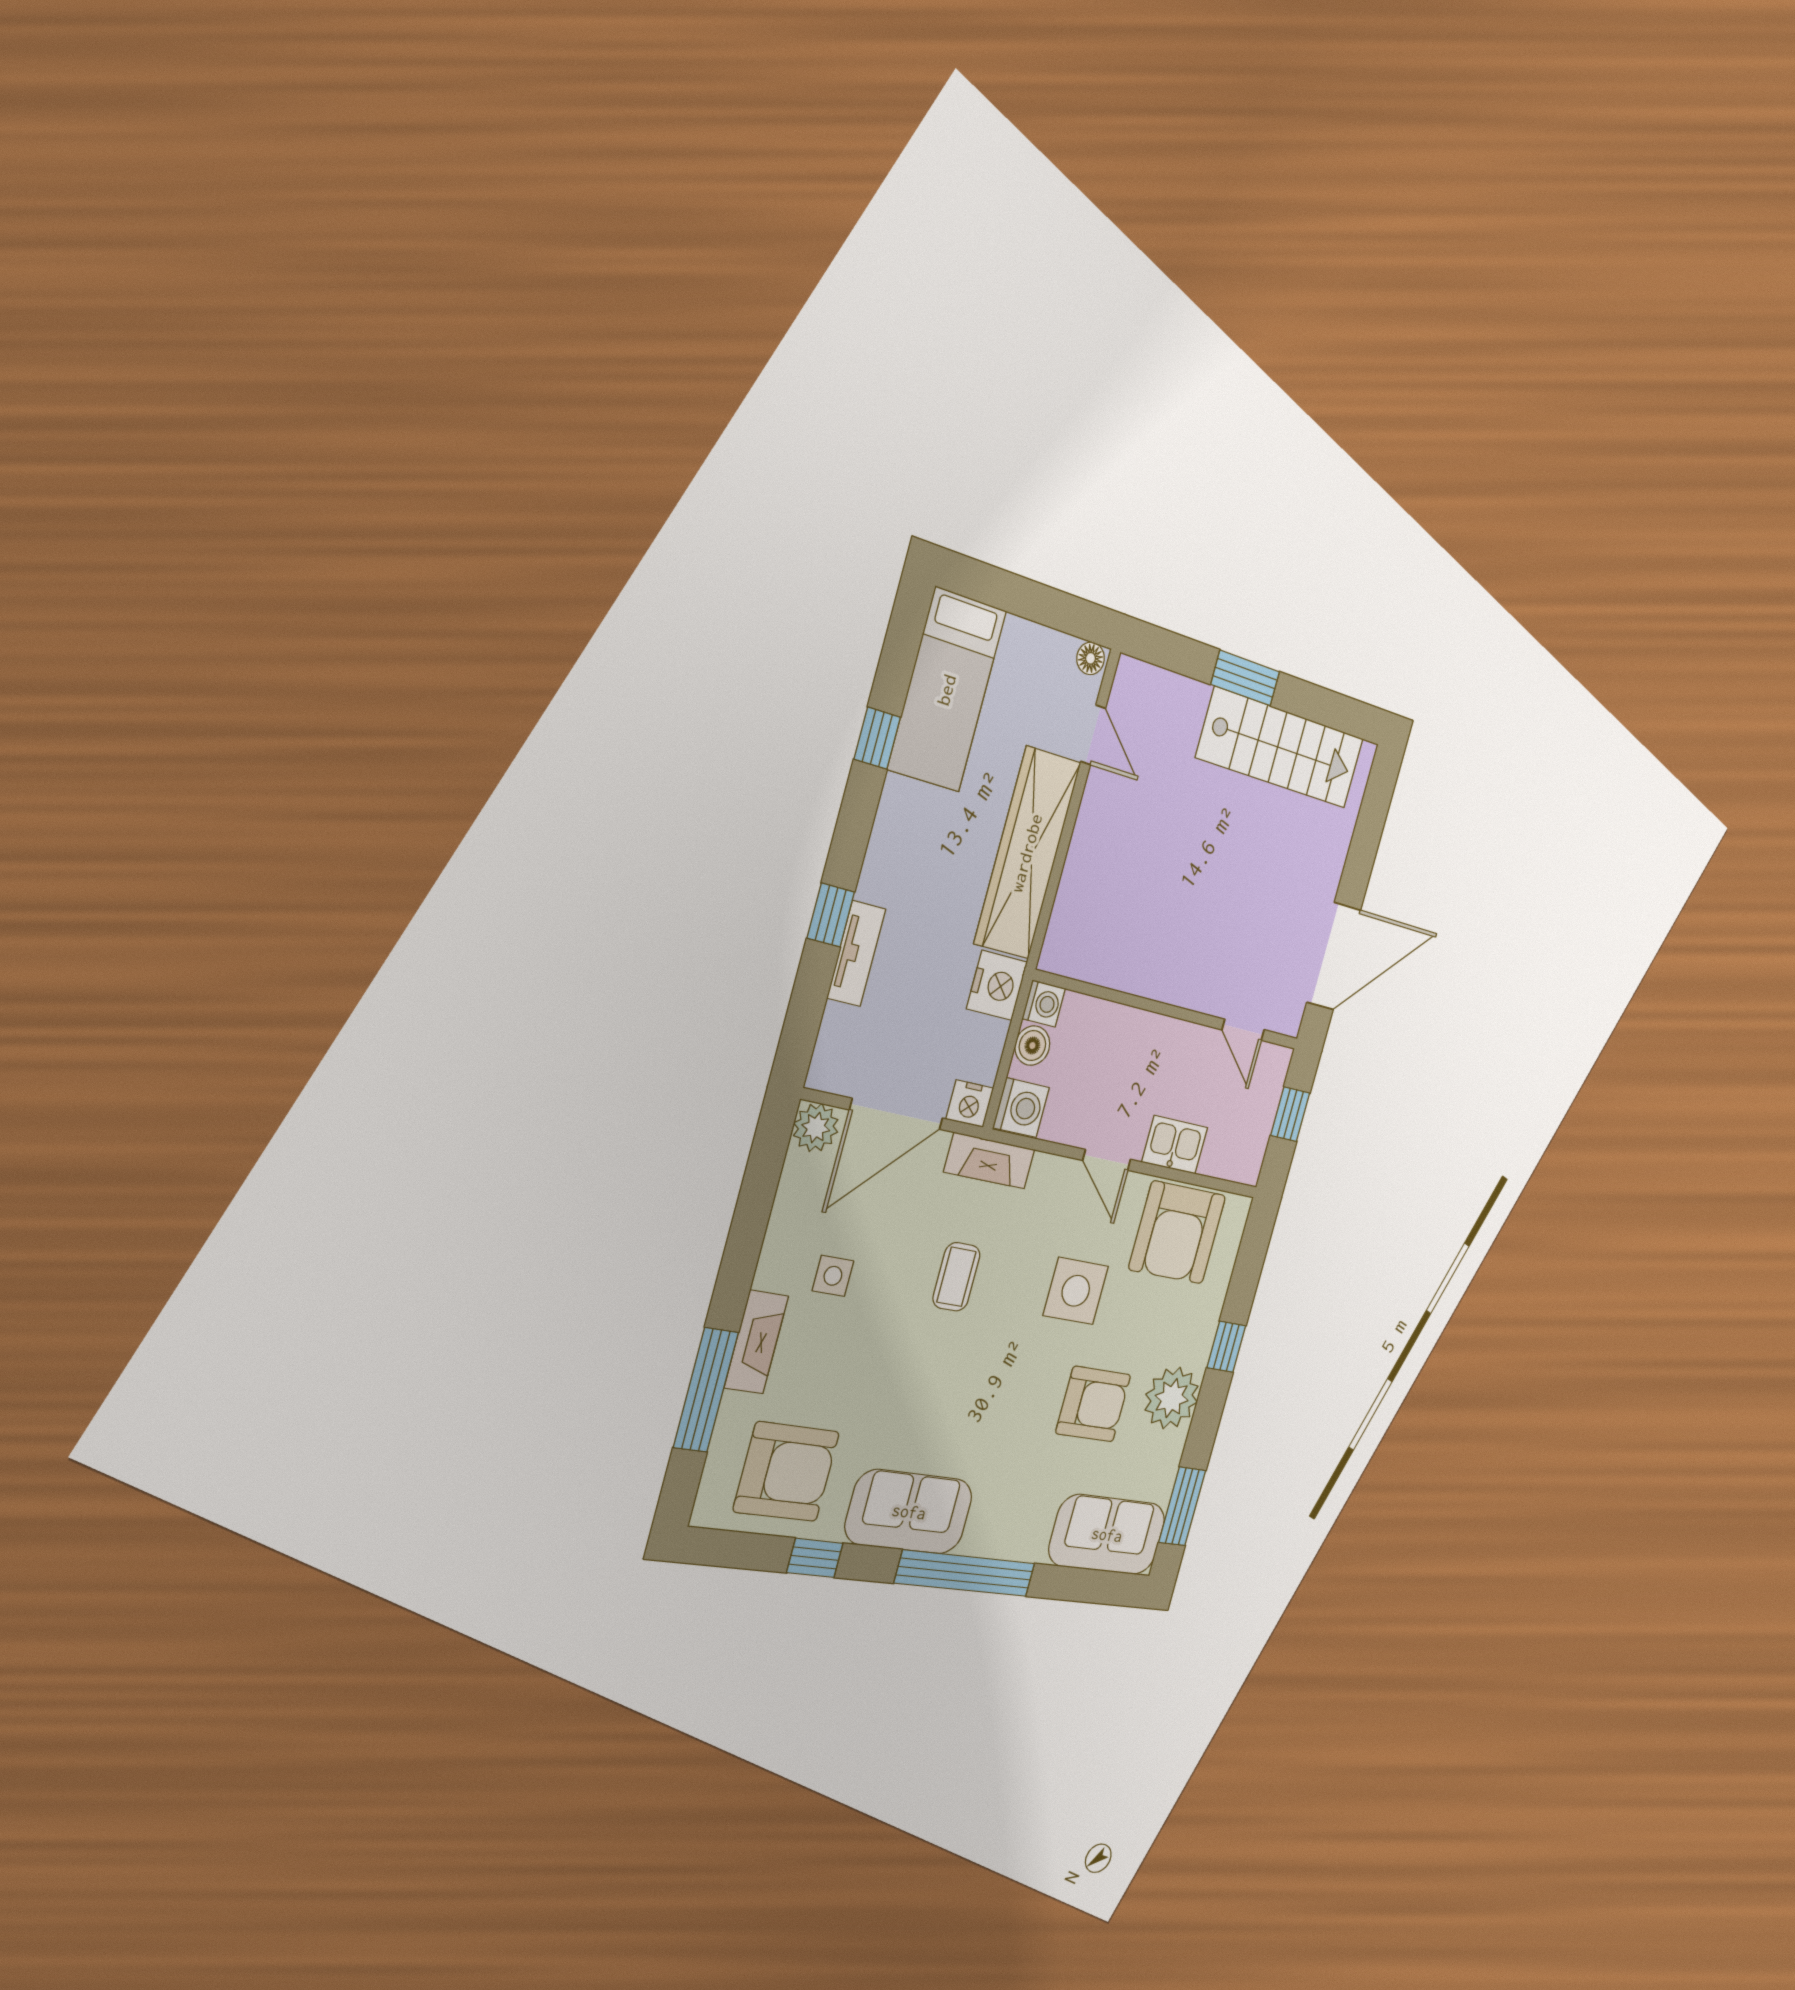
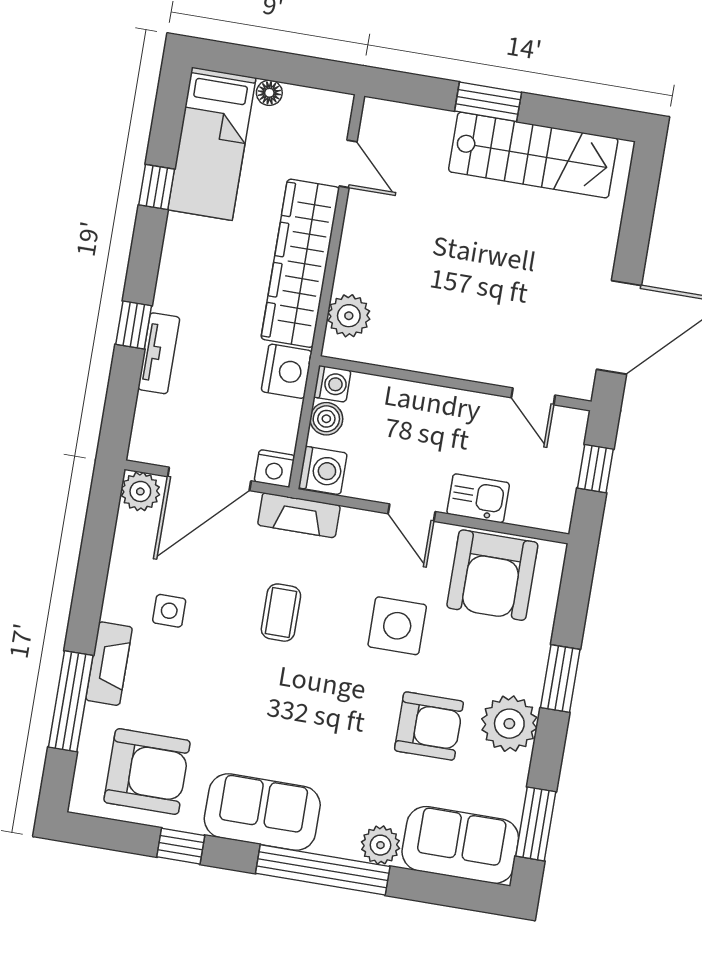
floor lamp: (1091, 658) -> (269, 93), moved
plant: (1071, 922) -> (349, 316), added
window: (1226, 1347) -> (560, 678), width x1.50
plant: (1028, 1541) -> (380, 845), added

